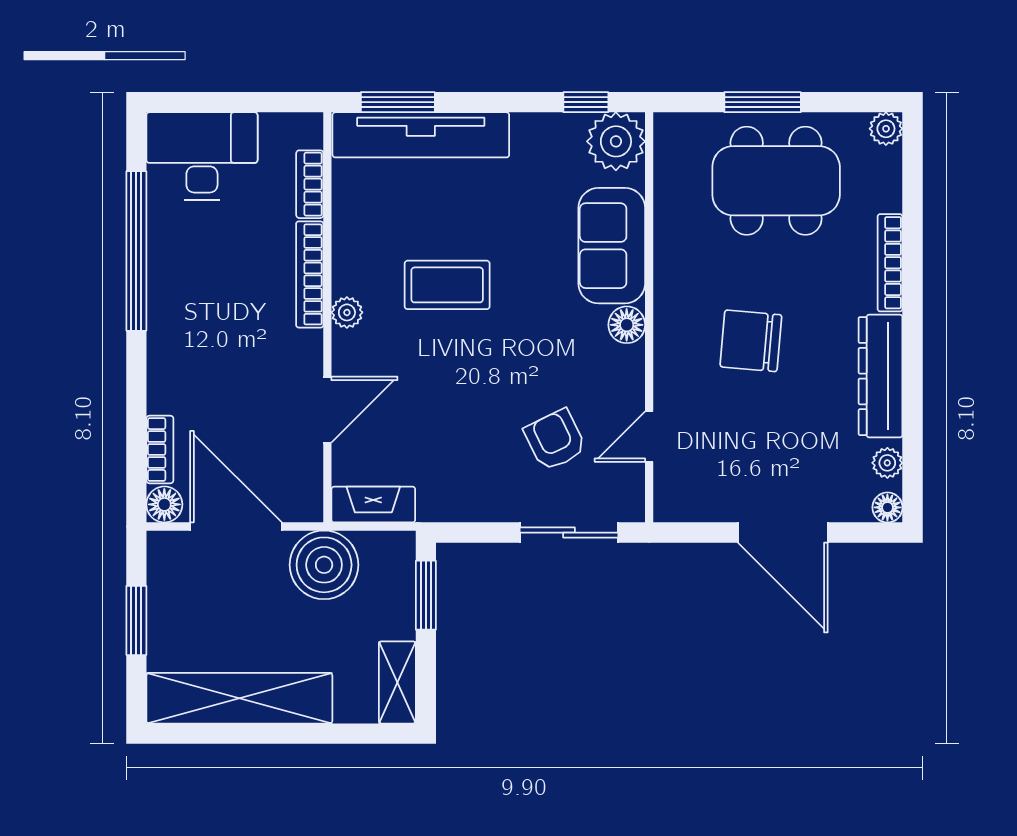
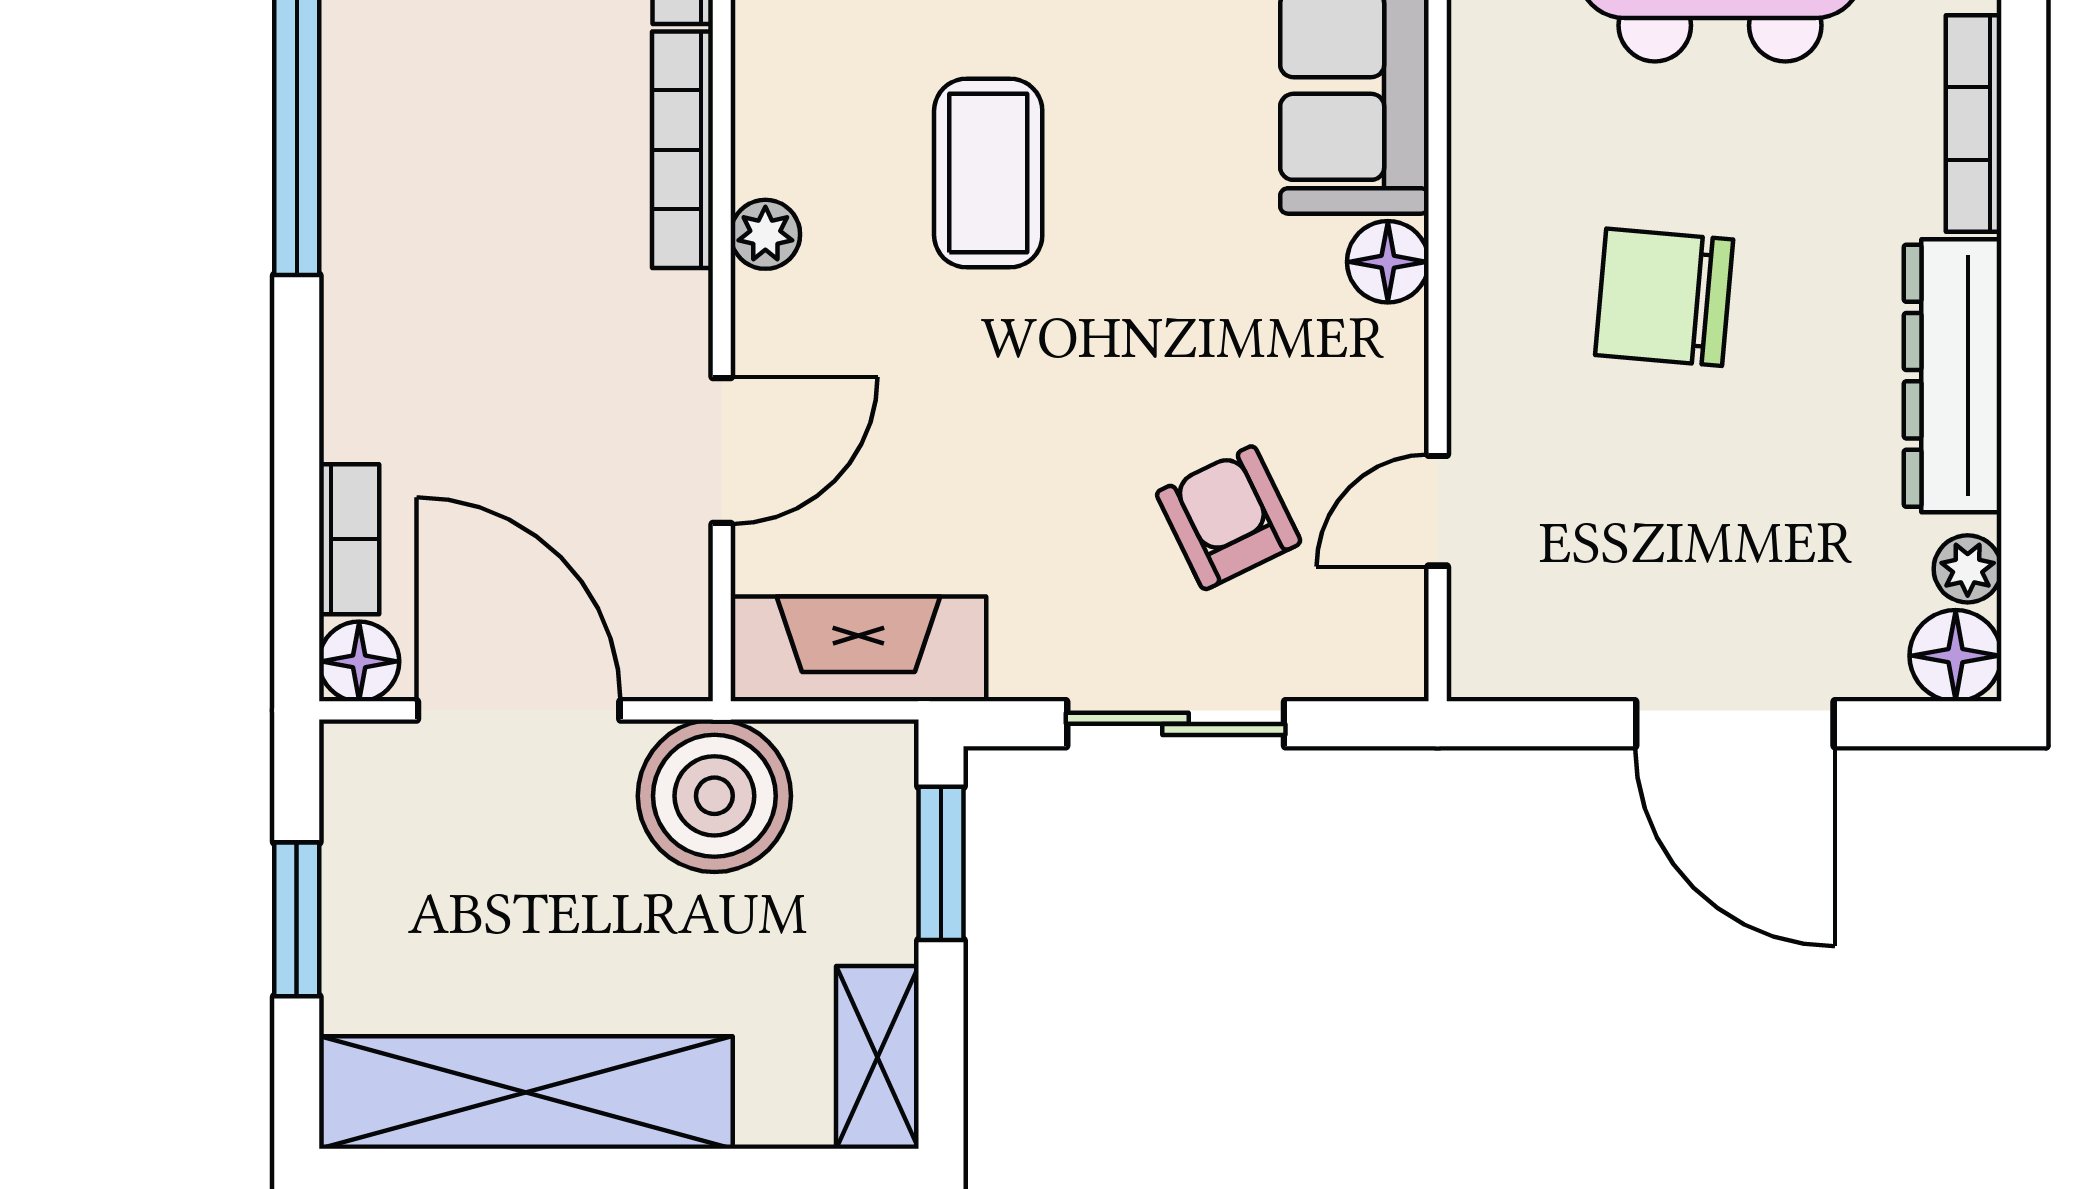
coffee table: (447, 285) -> (988, 173), turned 90
fireplace: (373, 505) -> (858, 649), width x1.37, depth x1.32
floor lamp: (887, 507) -> (1956, 656), width x1.37, depth x1.37
sliding door: (569, 533) -> (1176, 724), moved

